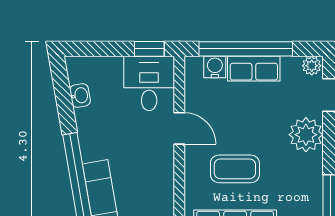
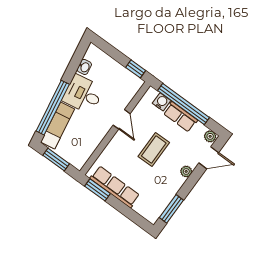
desk: (149, 83) -> (83, 94), moved, turned -100
plant: (306, 135) -> (186, 171), width x0.53, depth x0.53
coffee table: (235, 169) -> (154, 149), moved, turned 90

